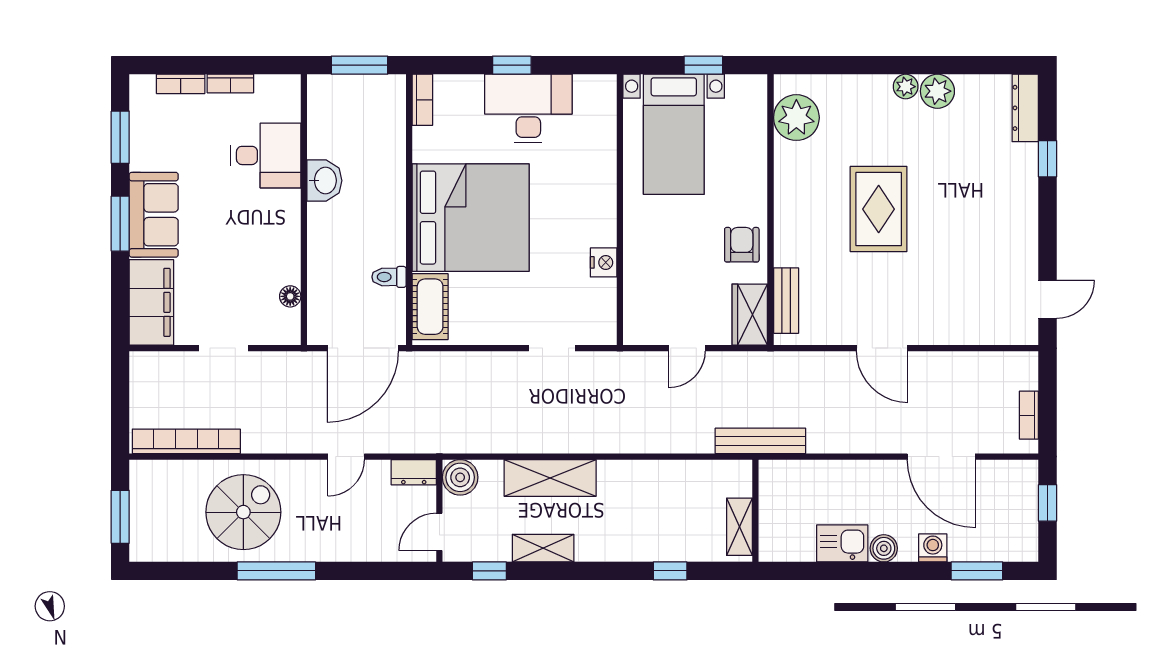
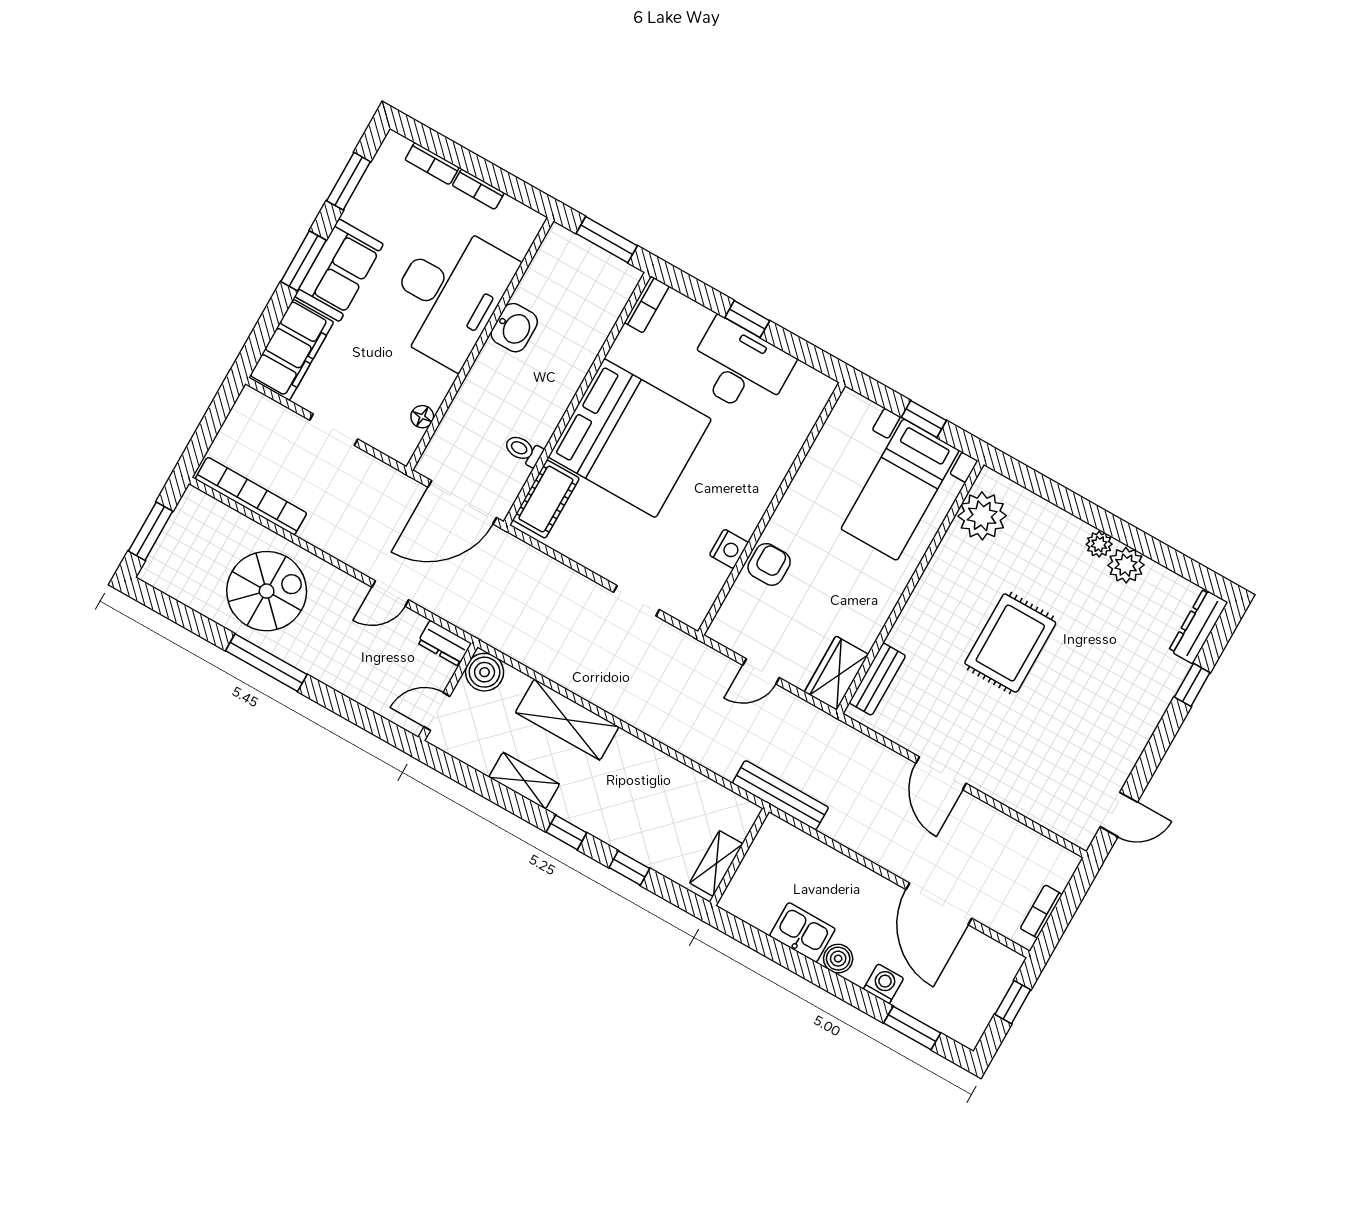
bed with nightstands: (674, 134) -> (900, 490), moved
desk: (266, 155) -> (449, 295), width x1.87, depth x1.30
armchair: (742, 245) -> (769, 564), moved
window: (489, 571) -> (566, 832), moved

